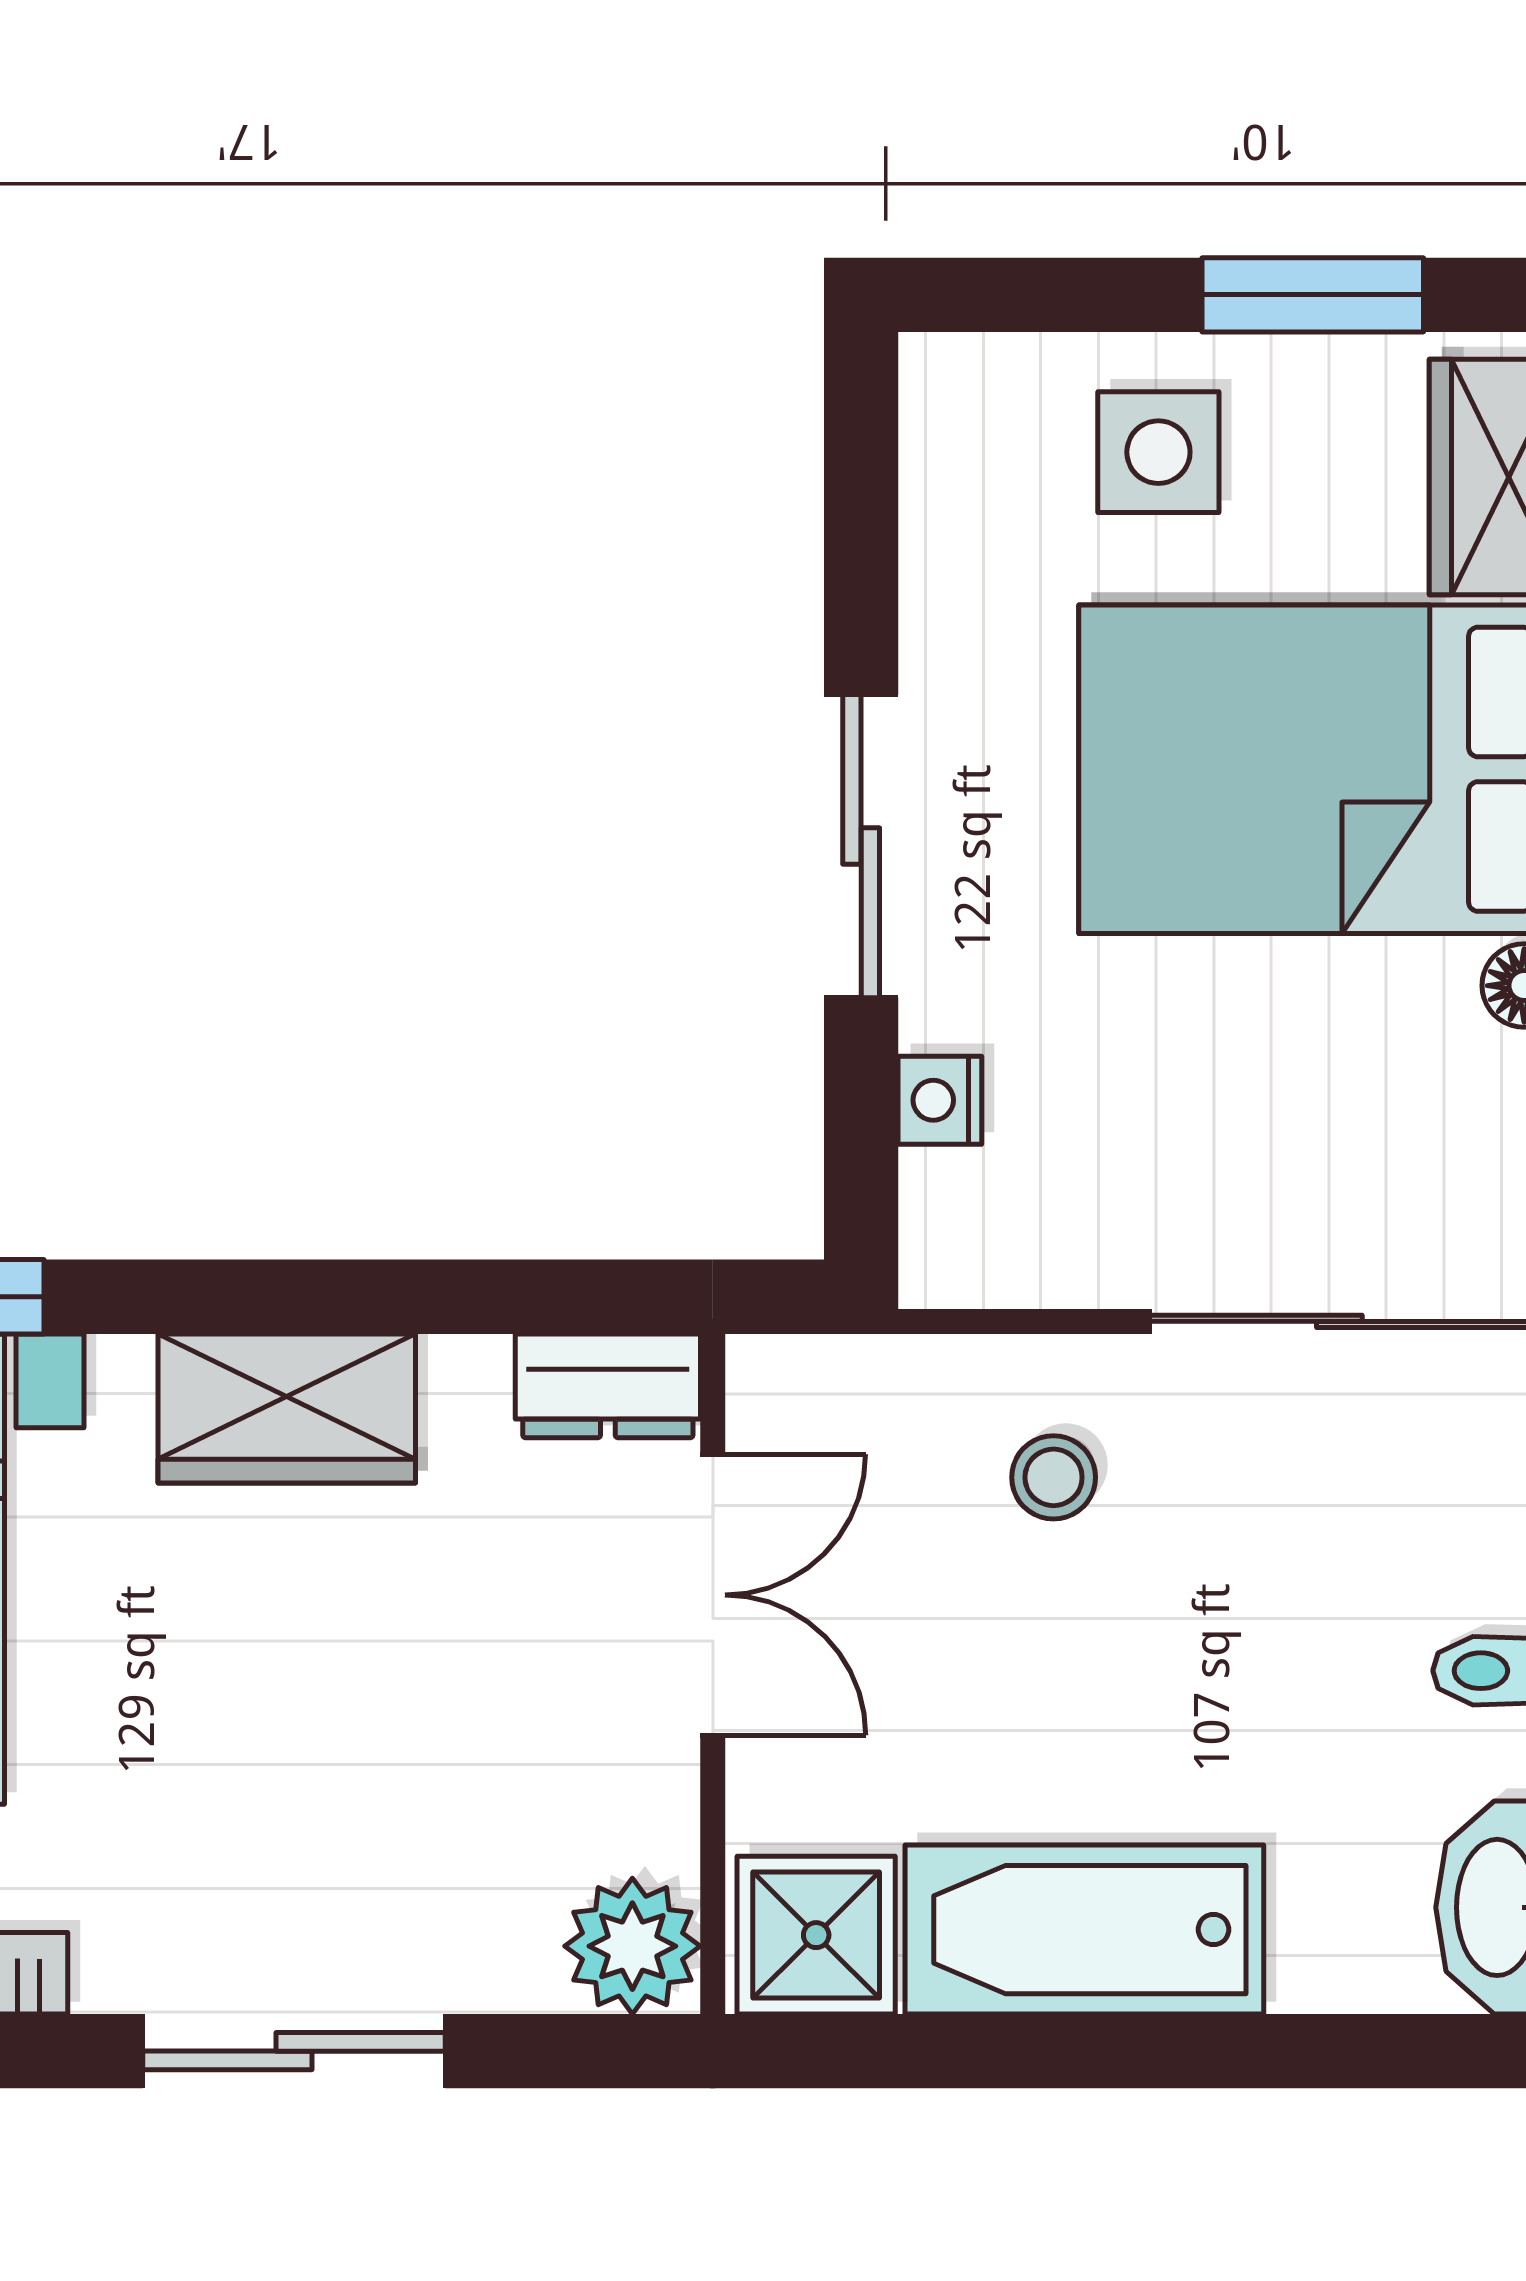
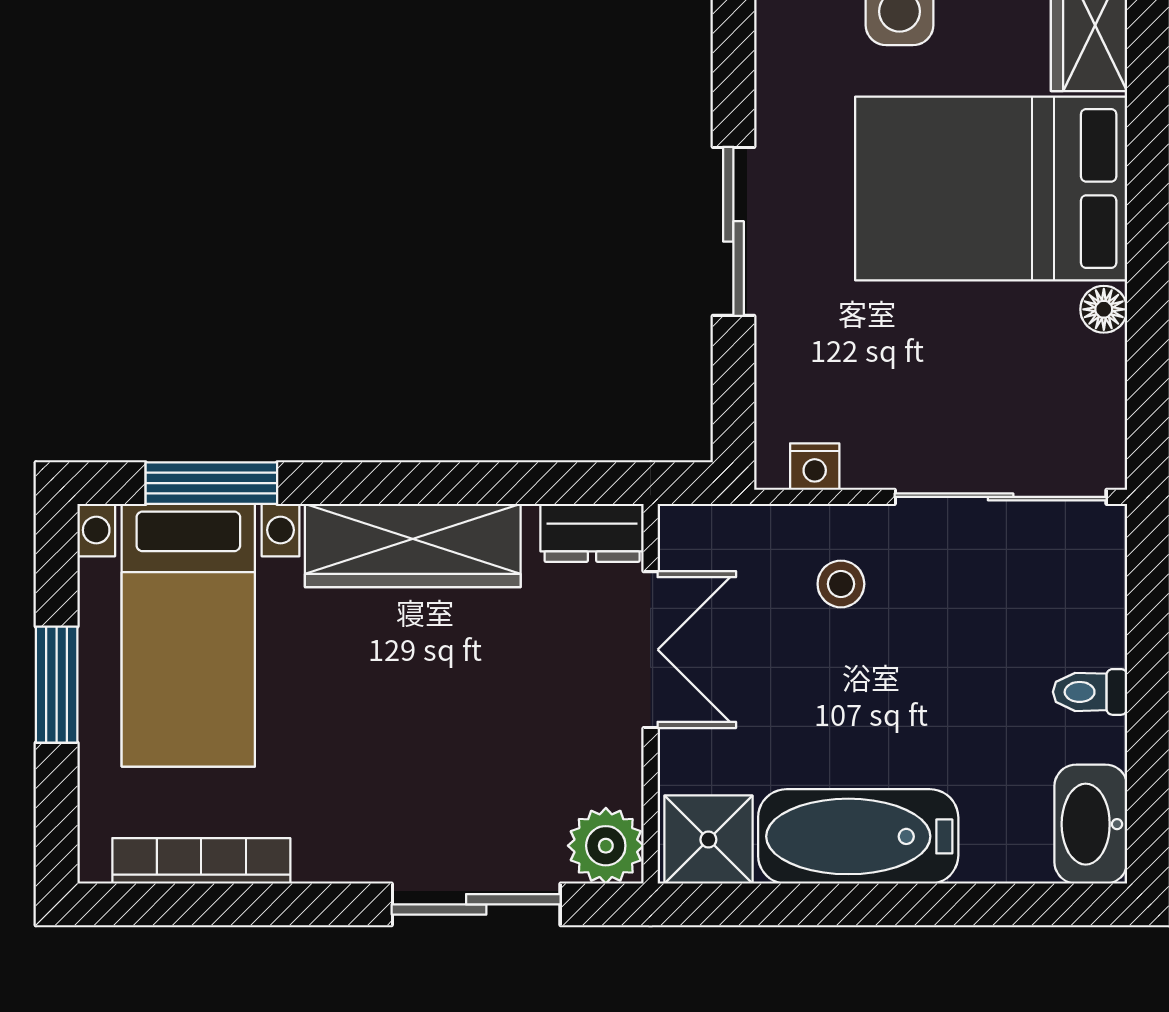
nightstand: (940, 1100) -> (815, 467), moved, turned -90
wardrobe: (287, 1408) -> (413, 545), width x1.50
sliding door: (294, 2051) -> (476, 904), moved

